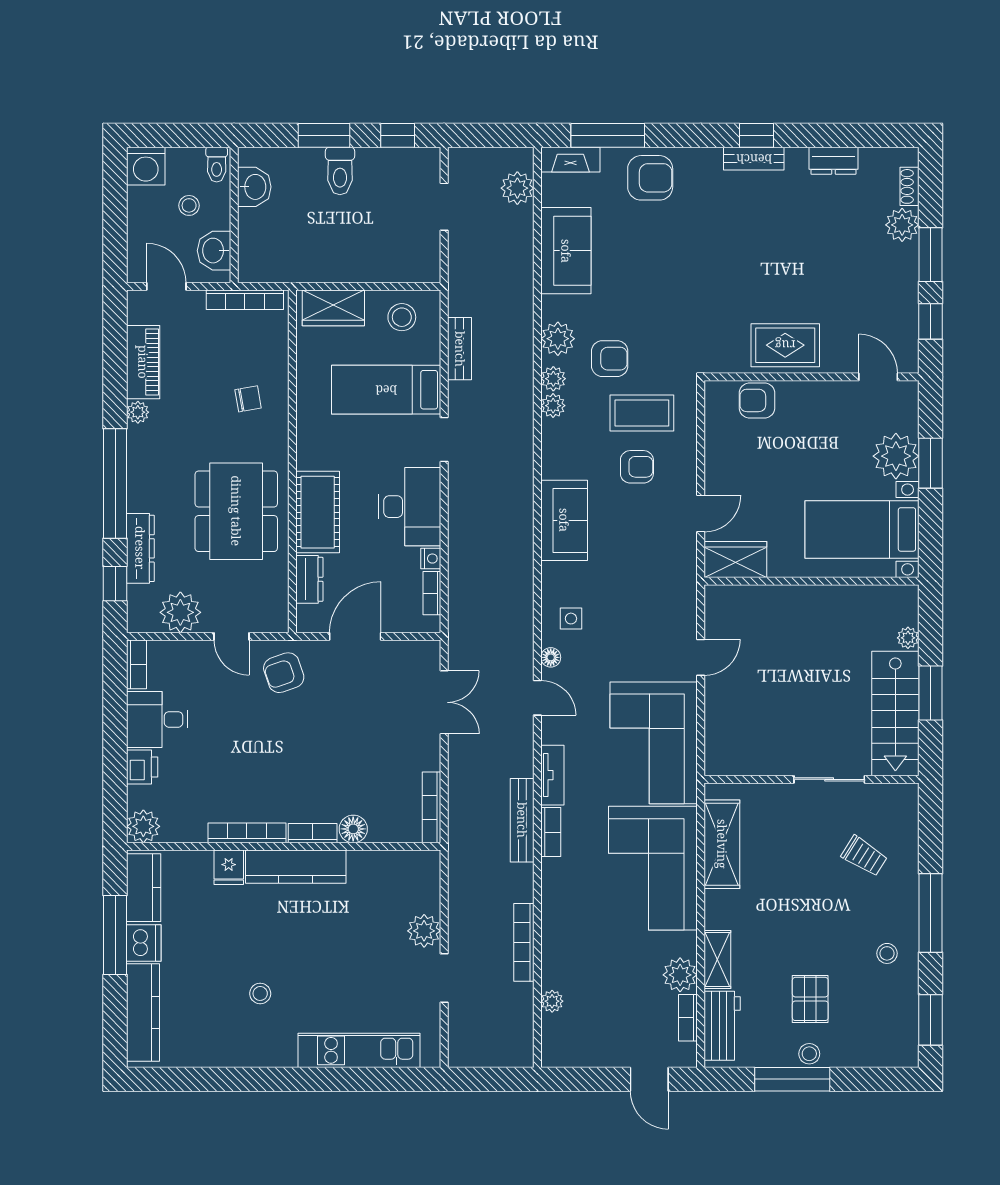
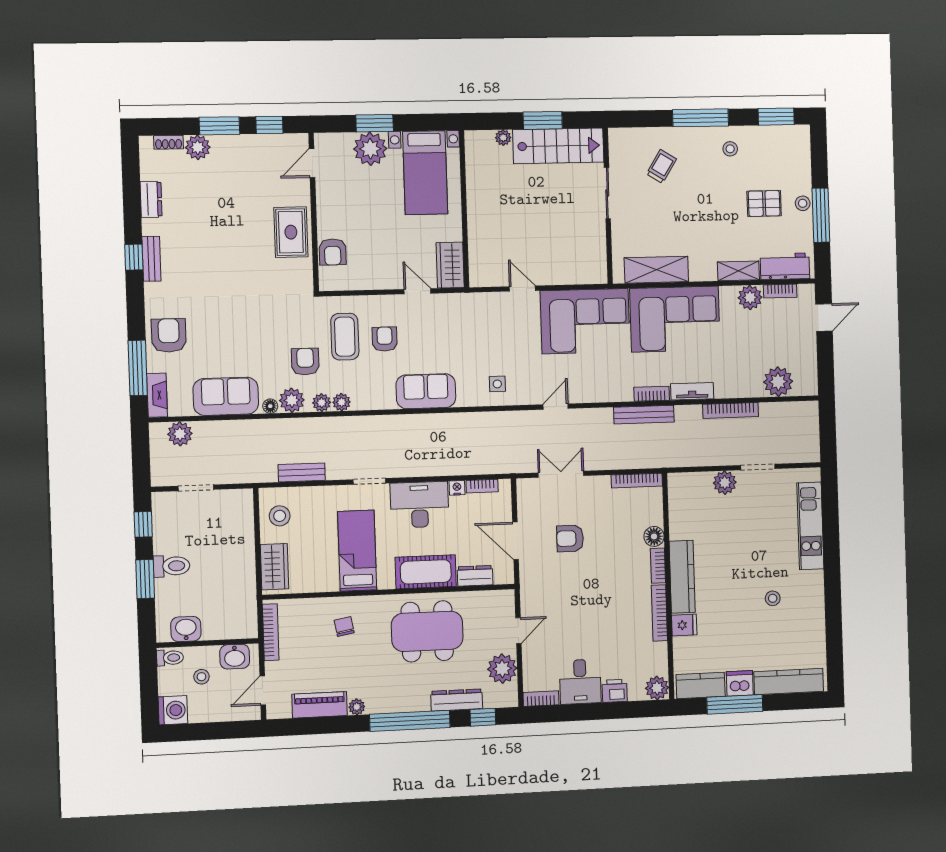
bed: (386, 390) -> (357, 551), moved, turned 180
floor lamp: (551, 657) -> (270, 406), moved
armchair: (284, 673) -> (570, 538), moved, turned 109
tv unit: (552, 775) -> (692, 391), moved
plant: (552, 1001) -> (778, 382), width x1.87, depth x1.87

